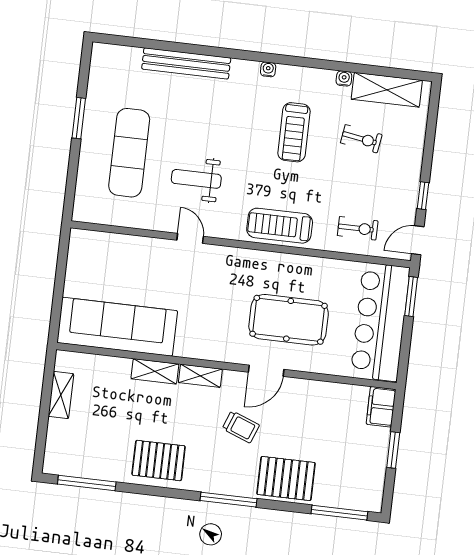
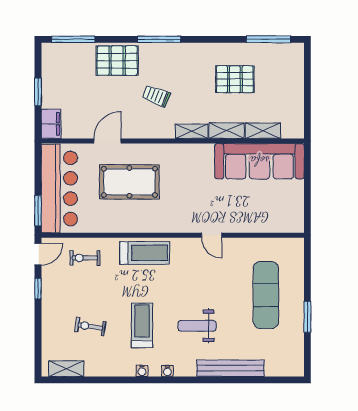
water cooler: (344, 78) -> (142, 371), moved
shelving: (387, 90) -> (66, 369), width x0.67, depth x0.75
weight bench: (196, 179) -> (197, 326), moved, turned 180
door: (266, 371) -> (108, 141), moved
shelving: (61, 395) -> (263, 131), moved, turned 90
pallet: (159, 461) -> (235, 79), moved

